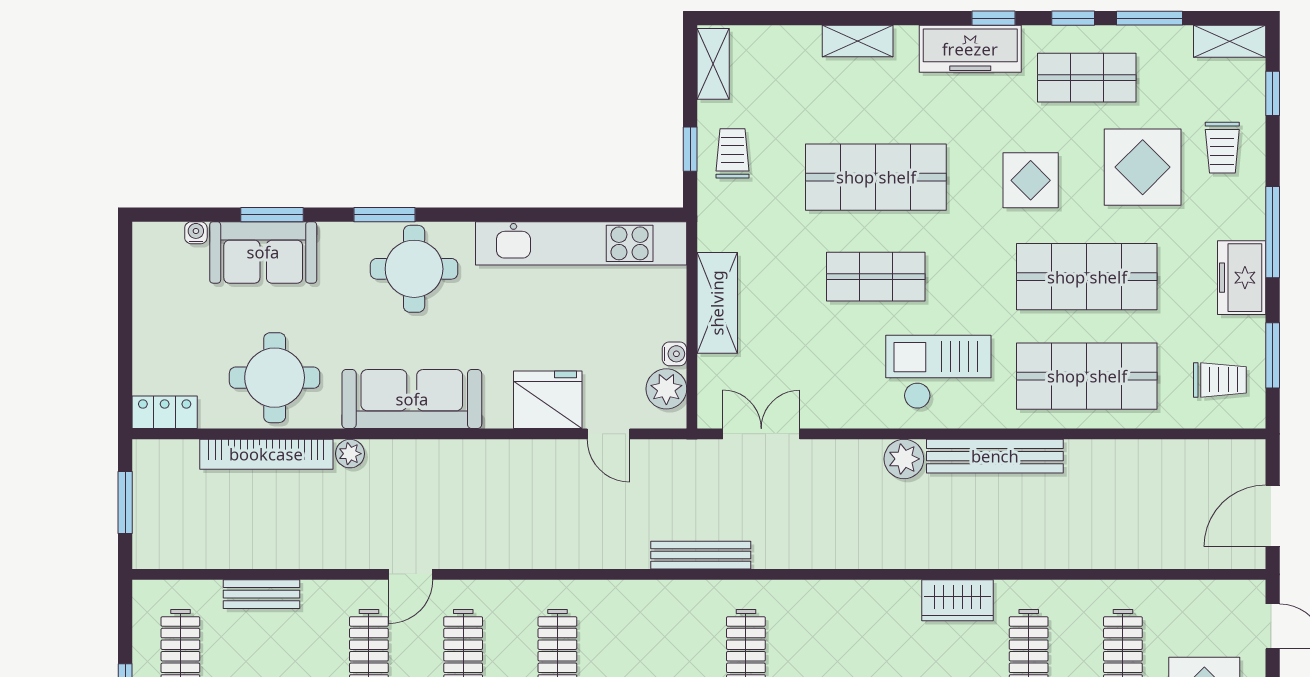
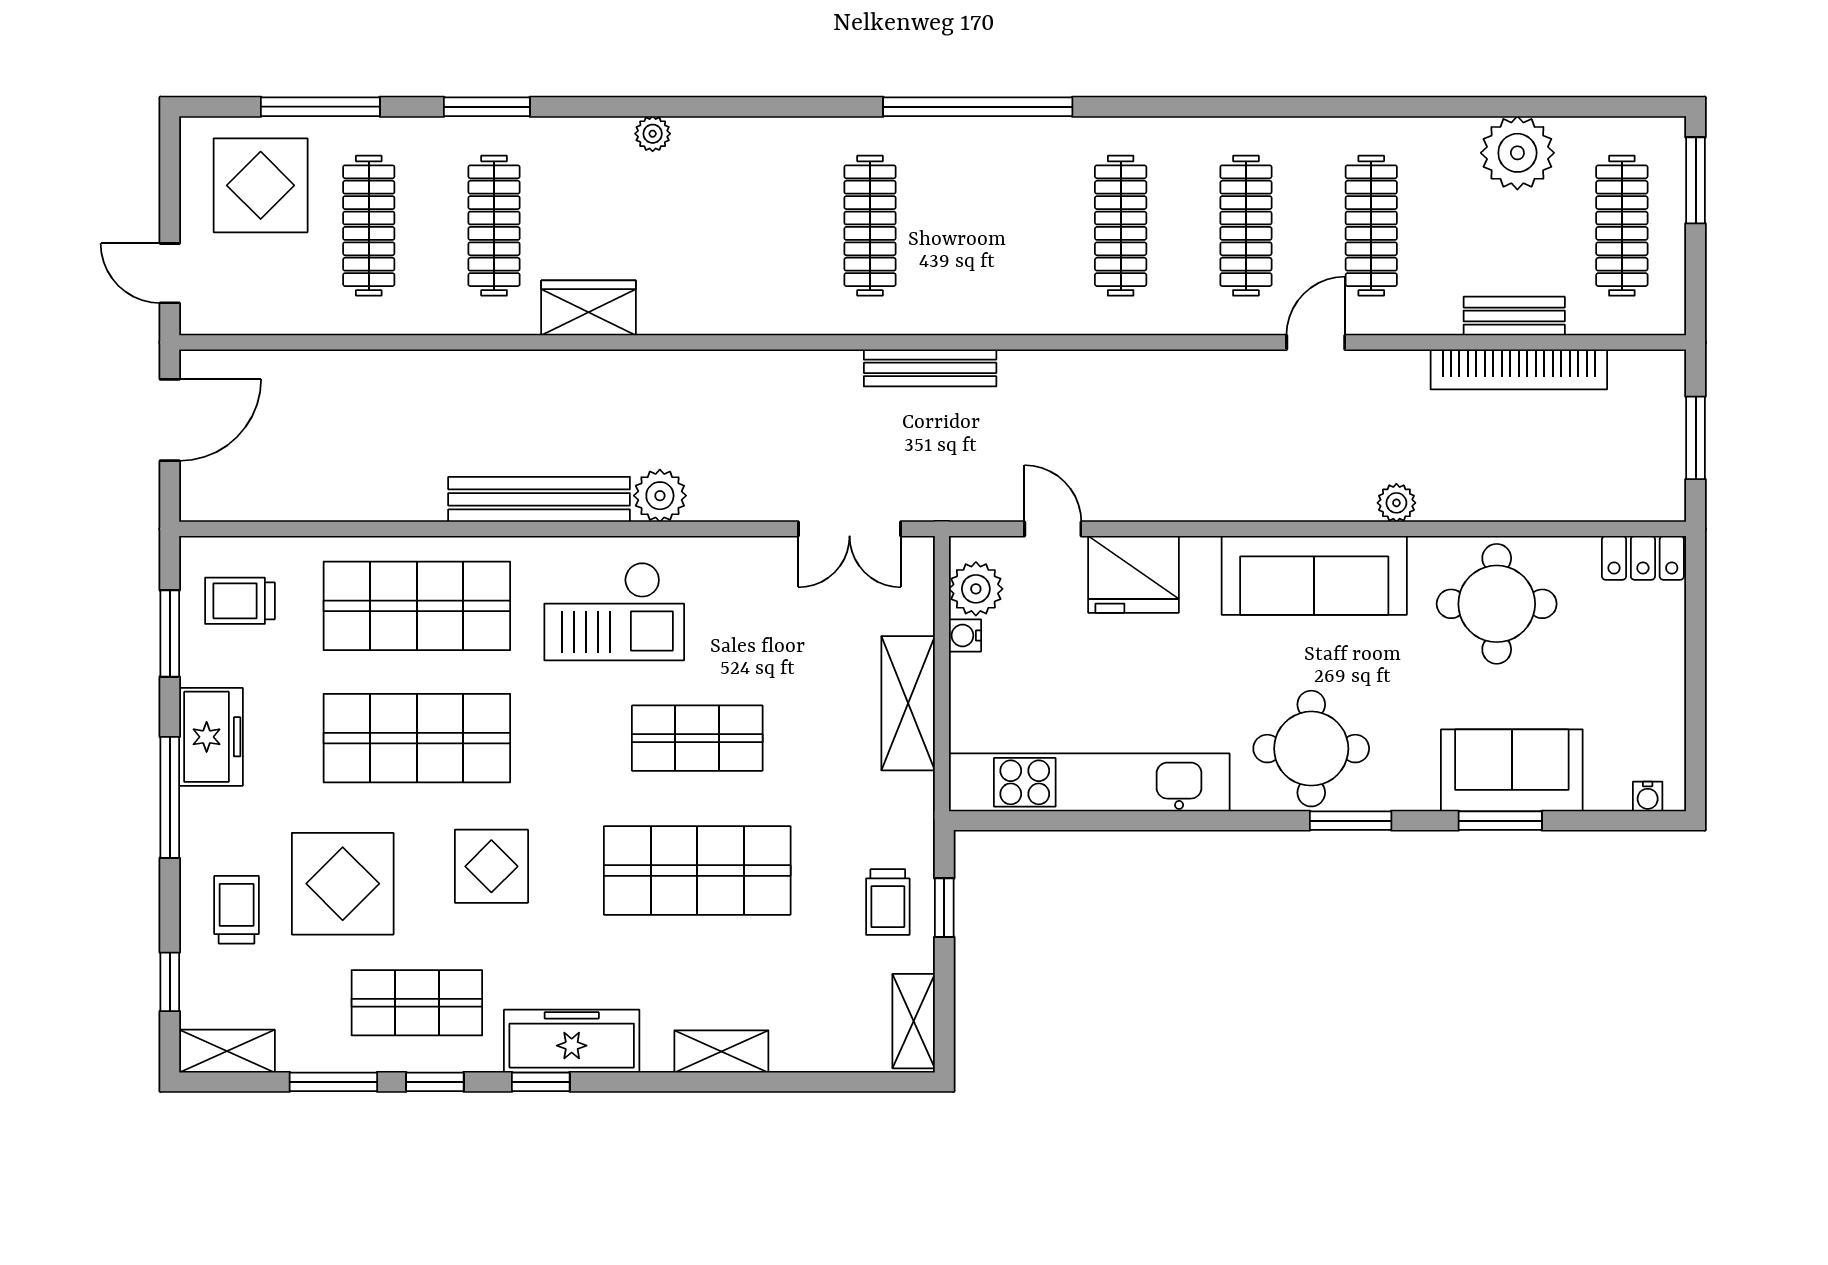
water cooler: (196, 233) -> (1648, 796), moved
bookcase: (266, 454) -> (1519, 369), moved, turned 180

